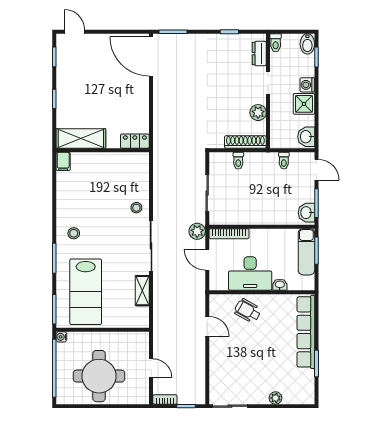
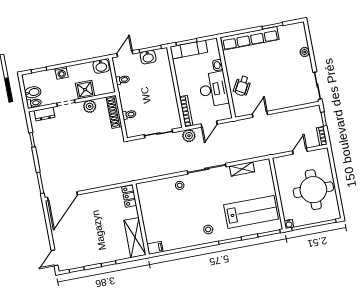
bidet: (307, 44) -> (33, 92), moved
shower: (304, 104) -> (85, 90), moved
washbasin: (306, 213) -> (148, 57), moved

